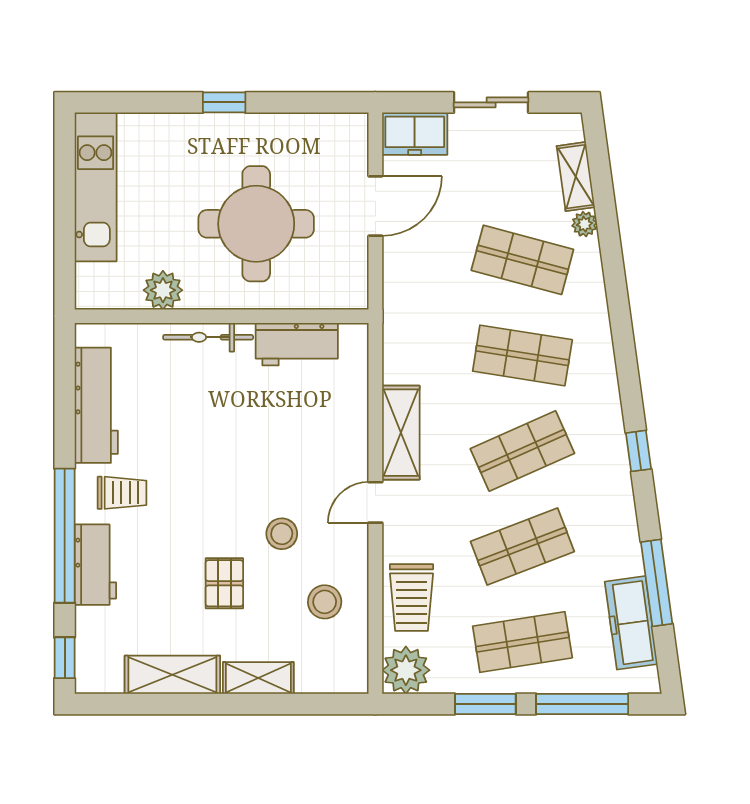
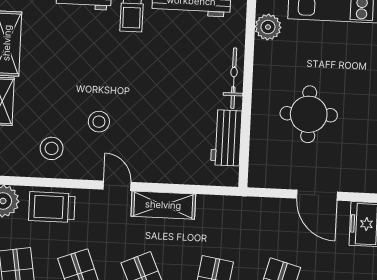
round table: (256, 224) -> (309, 114), width x0.73, depth x0.73
plant: (163, 290) -> (268, 27), moved
pallet: (224, 583) -> (67, 81), removed

